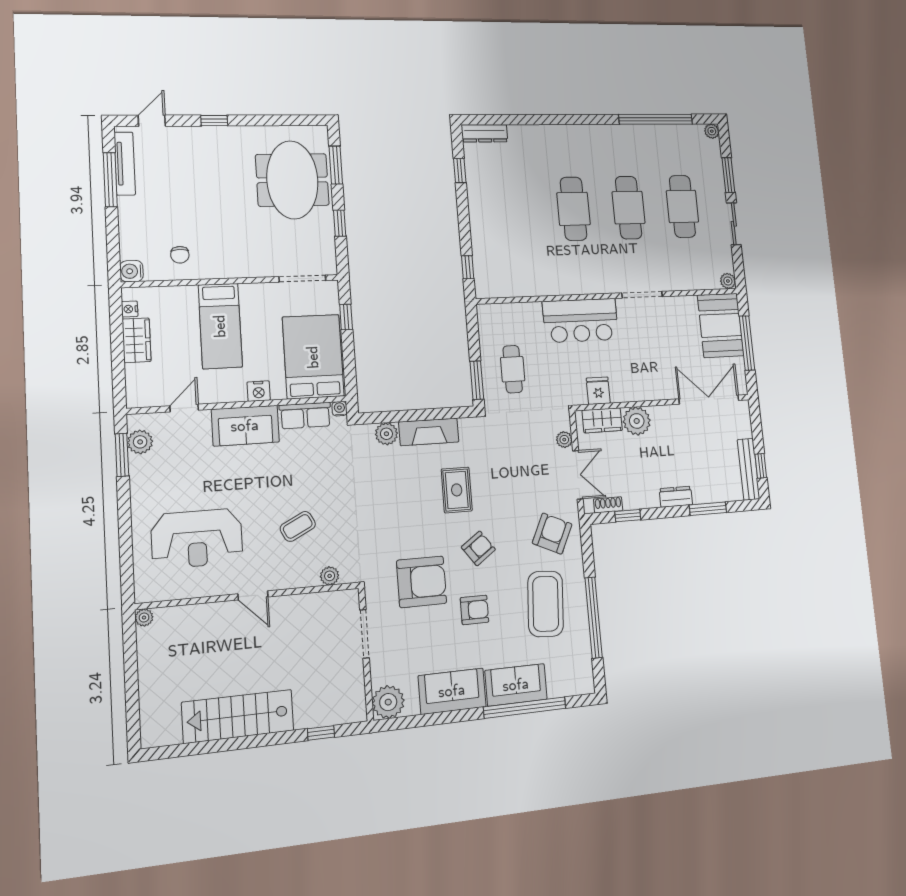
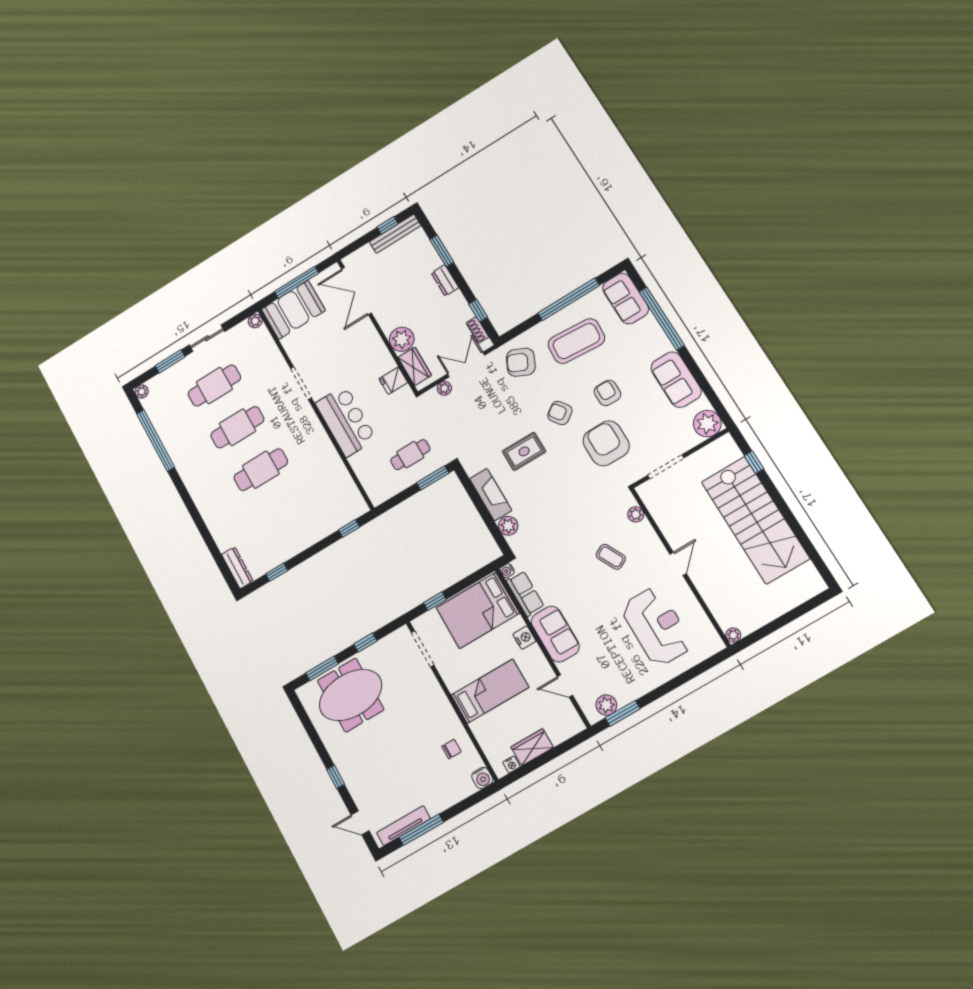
sofa: (516, 685) -> (626, 299), moved
stairs: (238, 716) -> (755, 520), width x1.36, depth x1.51

